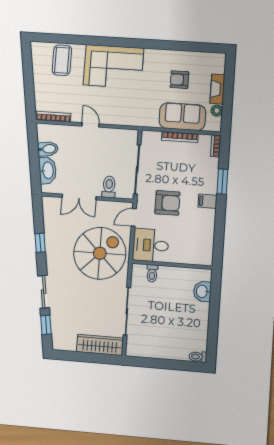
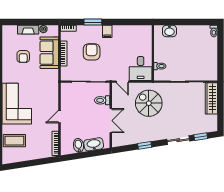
armchair: (167, 203) -> (92, 52), moved
spiral stairs: (100, 253) -> (149, 103), width x0.73, depth x0.73

